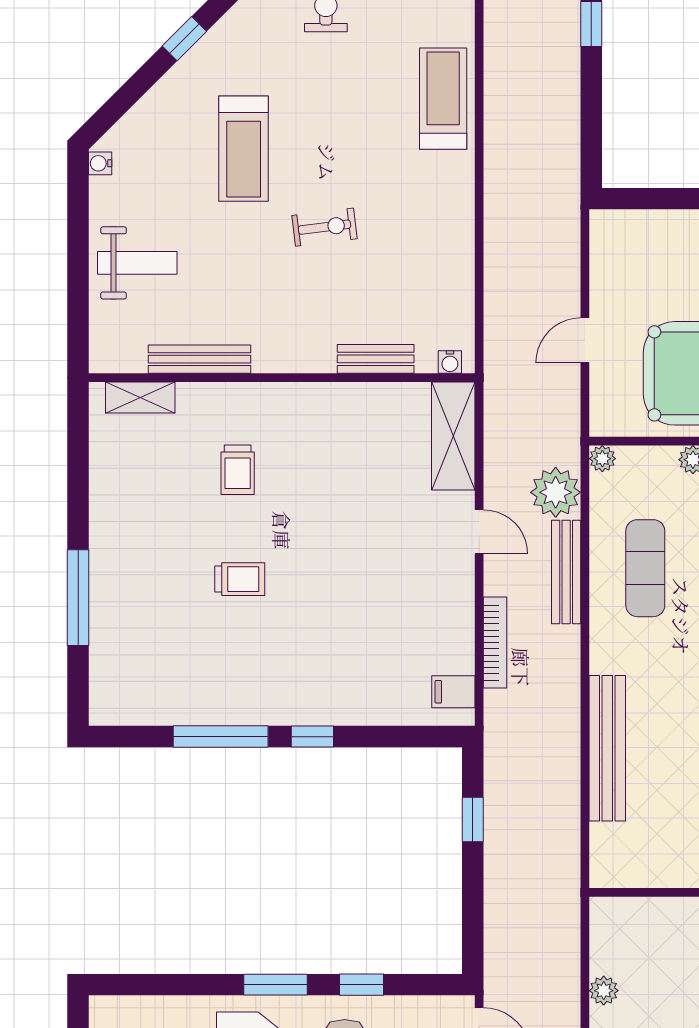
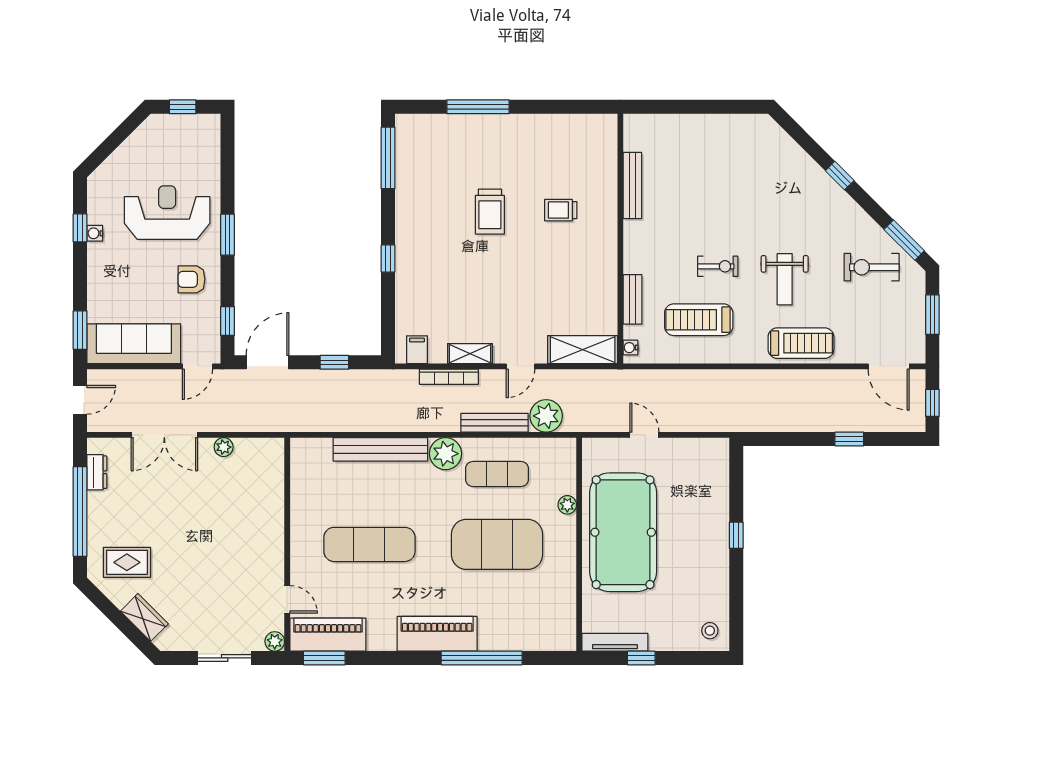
treadmill: (244, 149) -> (699, 320), moved
water cooler: (100, 163) -> (759, 121), removed
exercise bike: (324, 227) -> (718, 266), turned -83
weight bench: (137, 263) -> (785, 279), moved
shelving: (140, 398) -> (470, 354), moved, turned 90
plant: (602, 459) -> (445, 454), moved, width x1.88, depth x1.88
trolley: (240, 579) -> (490, 212), width x1.36, depth x1.39
window: (221, 737) -> (388, 158), moved
door: (473, 923) -> (267, 362), added
window: (361, 985) -> (227, 321), moved

